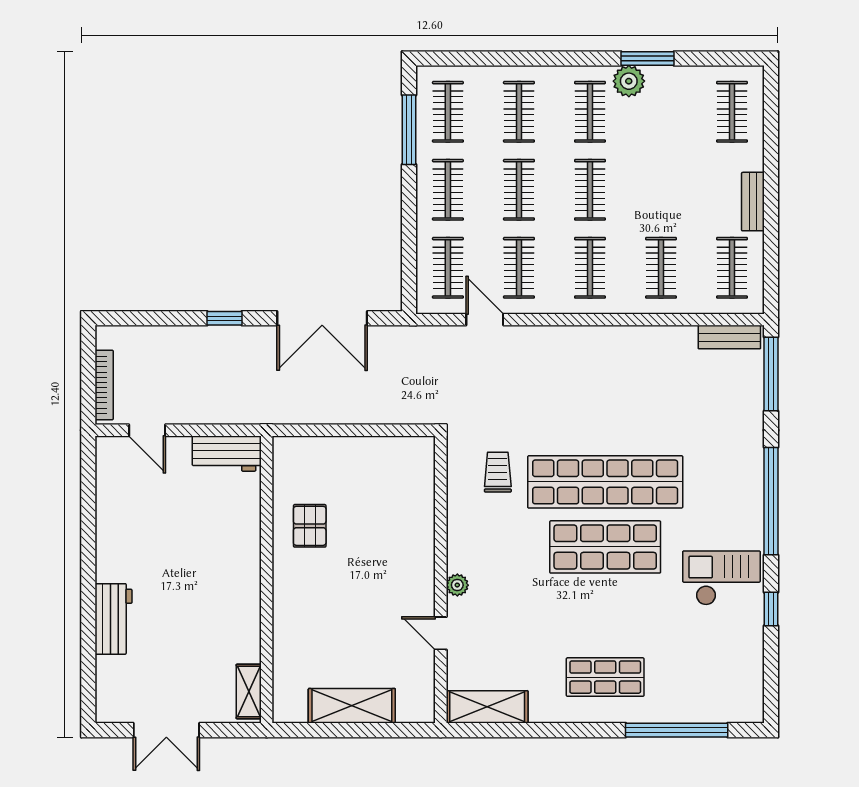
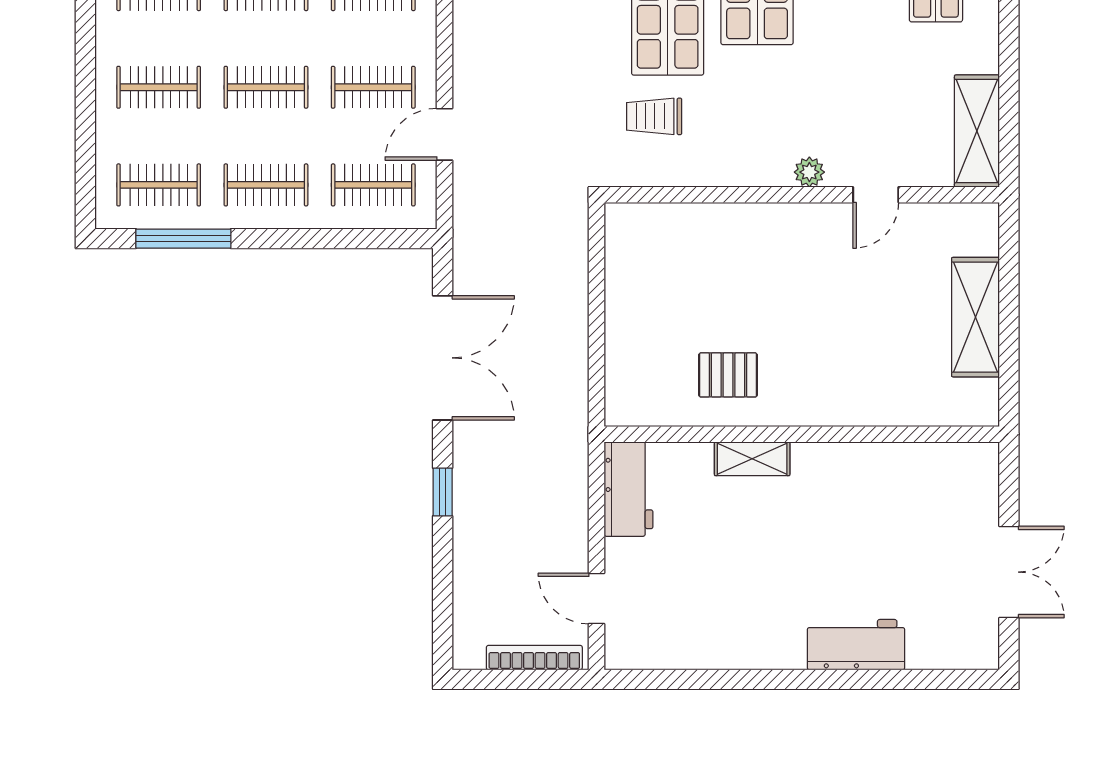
door: (147, 430) -> (597, 598), swing flipped
shelving: (249, 691) -> (752, 459), moved

